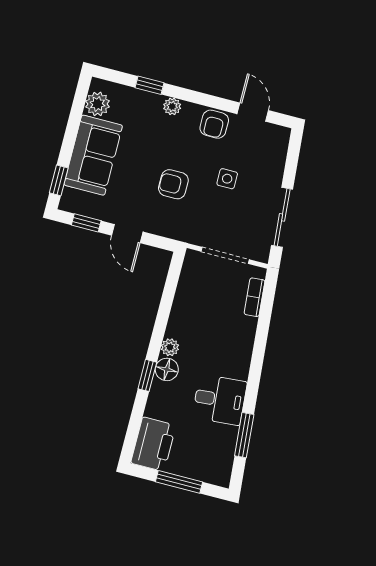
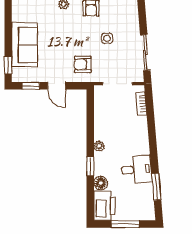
plant: (97, 104) -> (19, 14), removed
armchair: (173, 184) -> (83, 64), moved
floor lamp: (167, 369) -> (101, 183), moved

